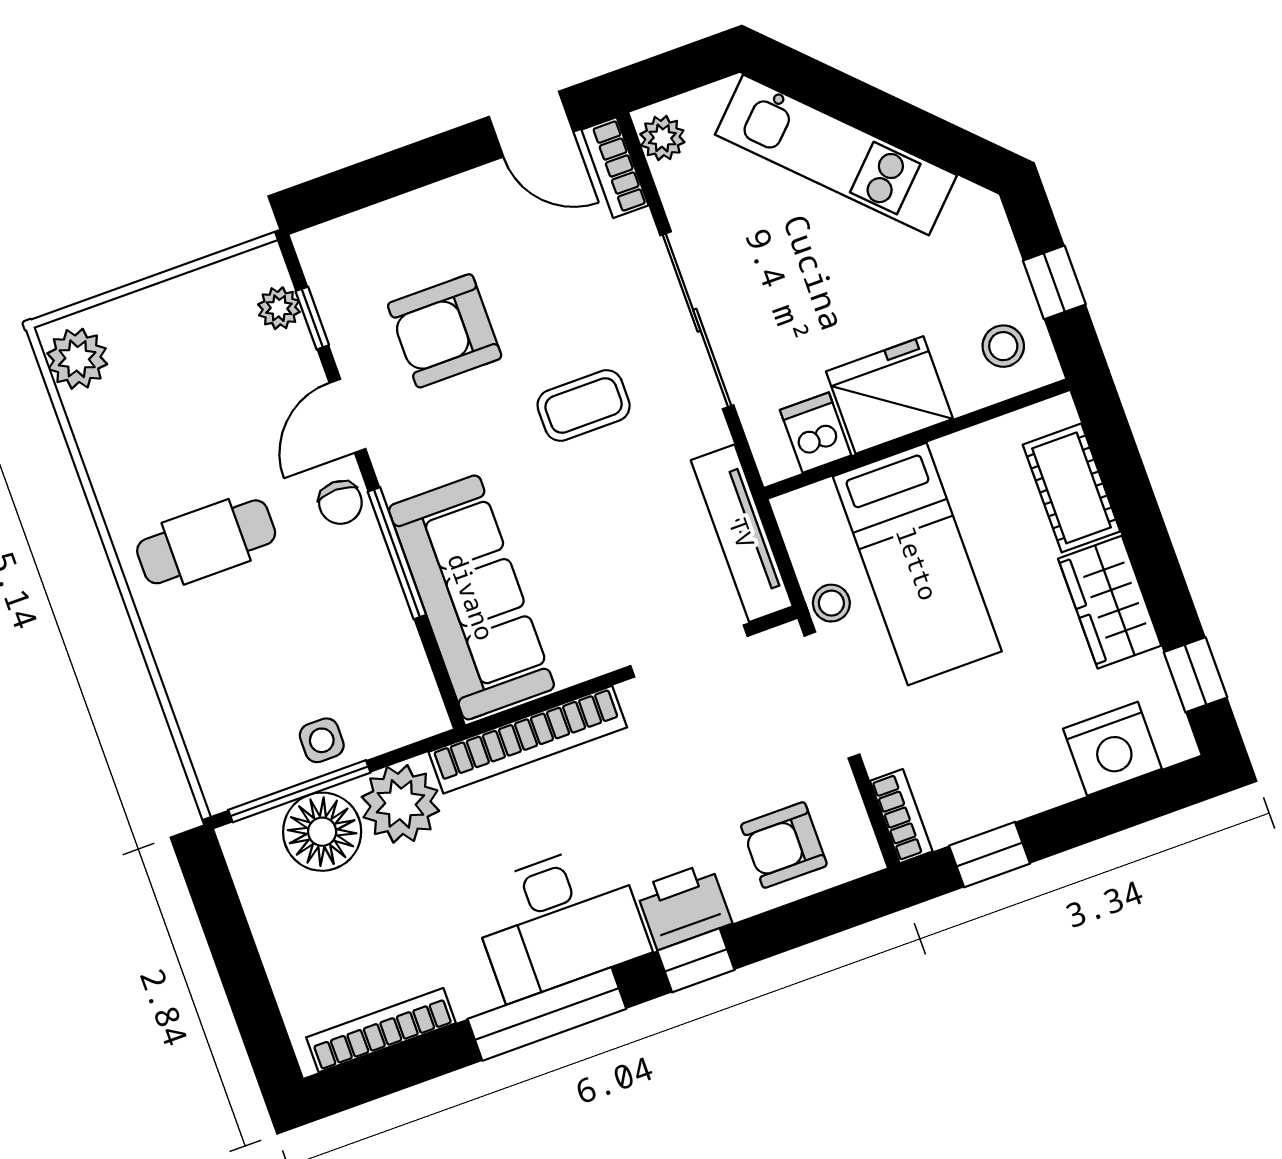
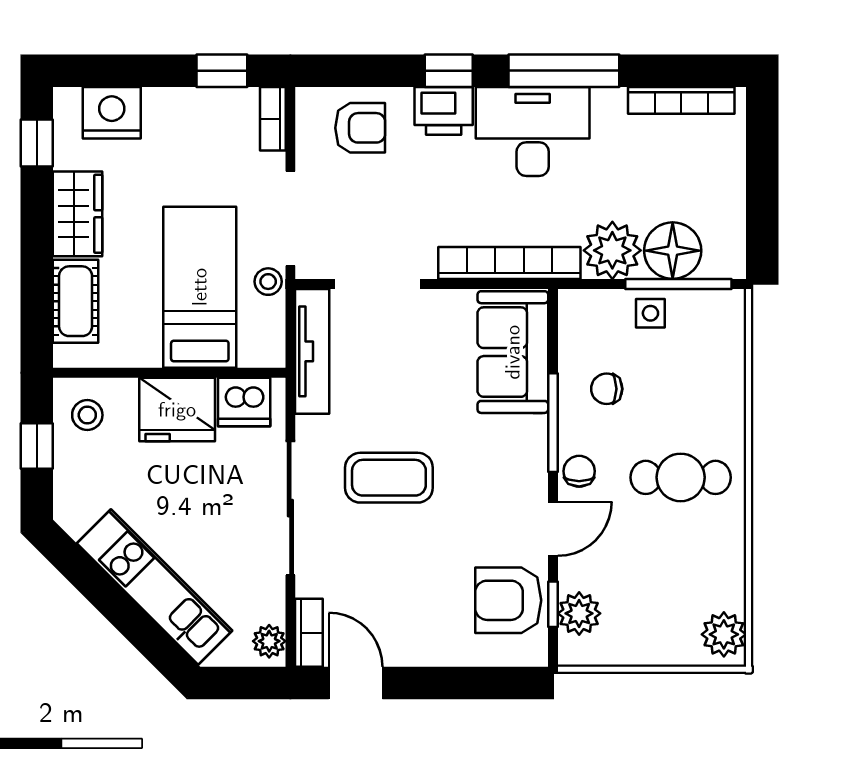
plant: (279, 308) -> (579, 613), width x1.38, depth x1.38
armchair: (445, 331) -> (508, 600), moved, turned 180
coffee table: (584, 406) -> (389, 478), width x1.36, depth x1.30
dishwasher: (816, 433) -> (244, 402), width x1.38
sofa: (471, 597) -> (513, 352), width x0.73
chair: (343, 622) -> (607, 389), added

